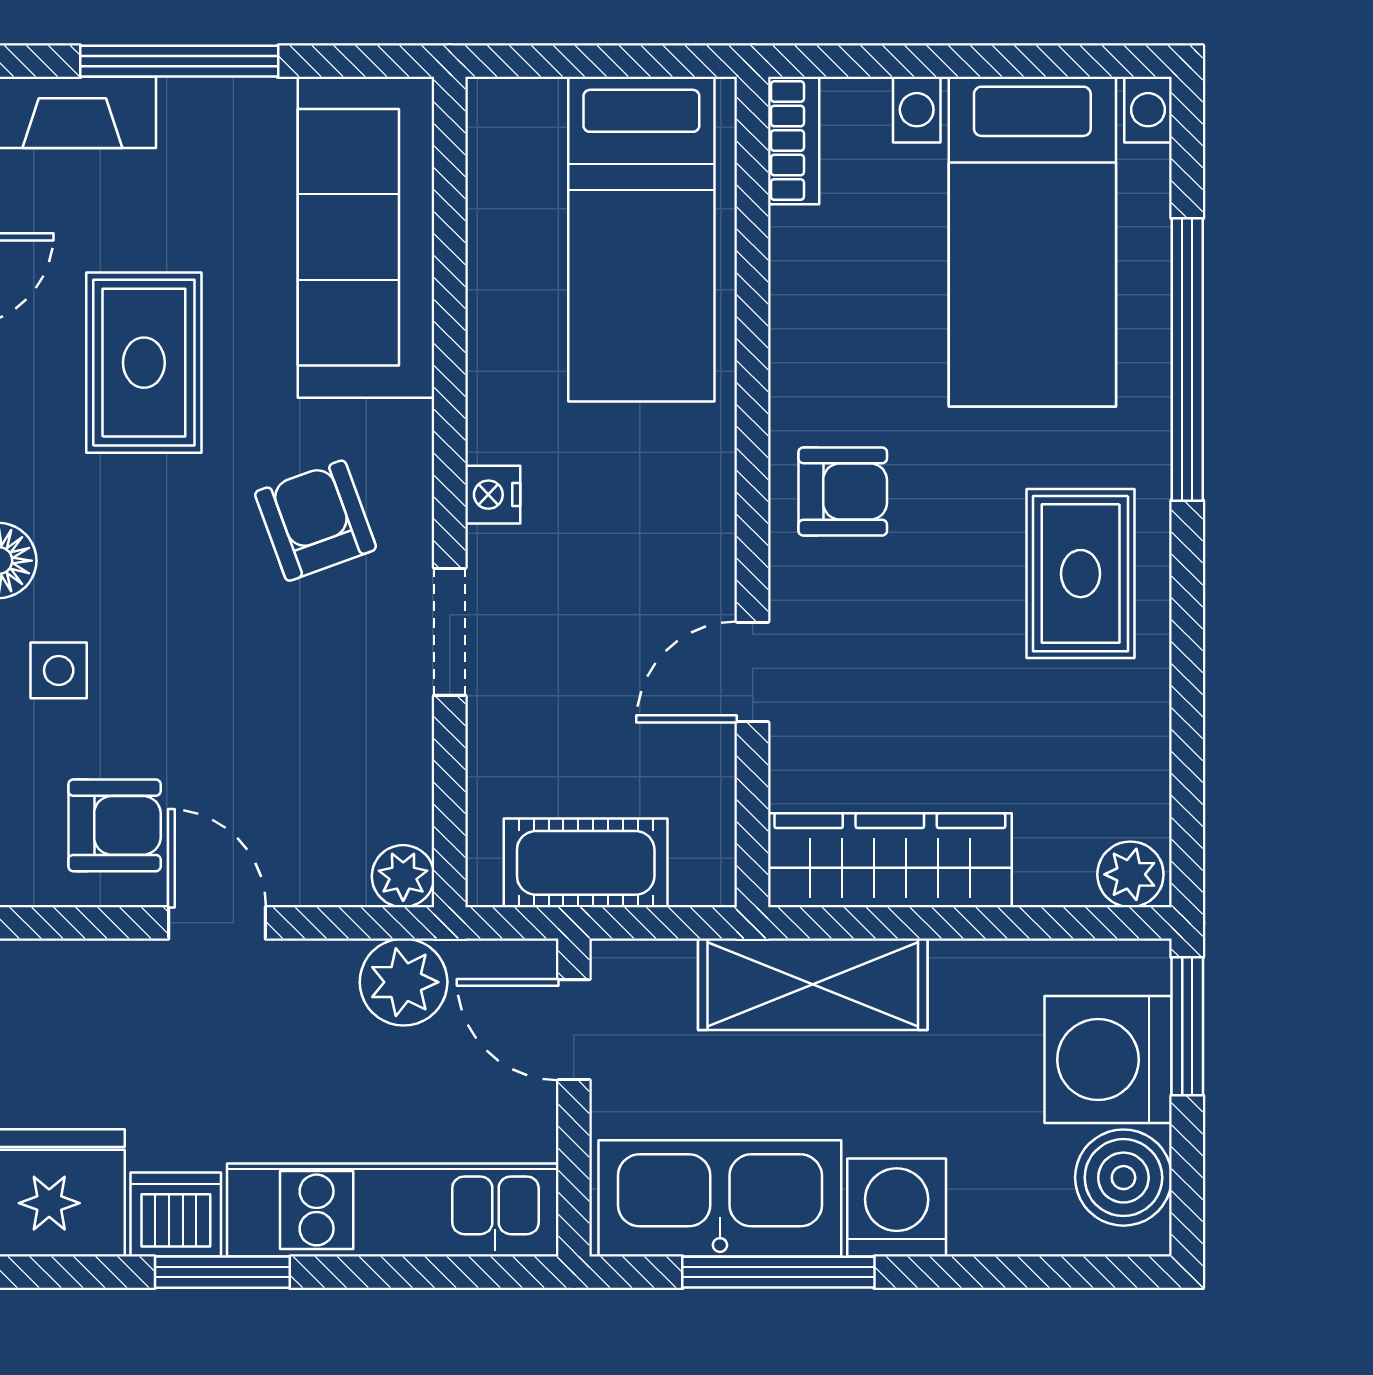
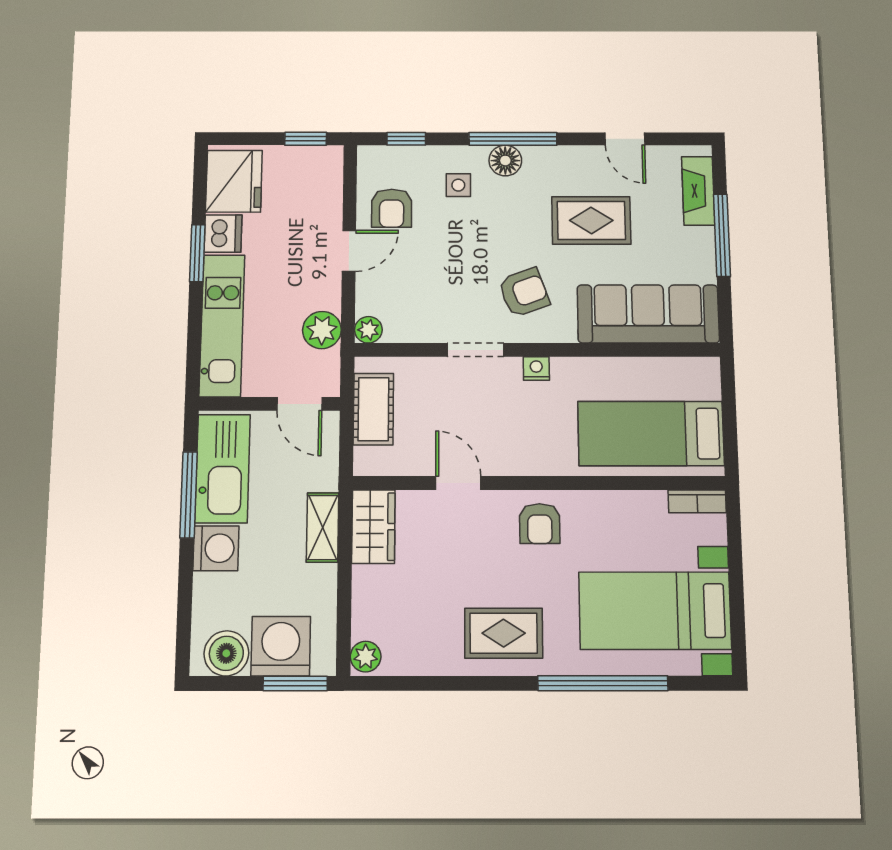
wardrobe: (890, 860) -> (373, 527), width x0.67
shelving: (813, 984) -> (323, 527), width x0.67, depth x0.75
door: (574, 1030) -> (299, 404), swing flipped

